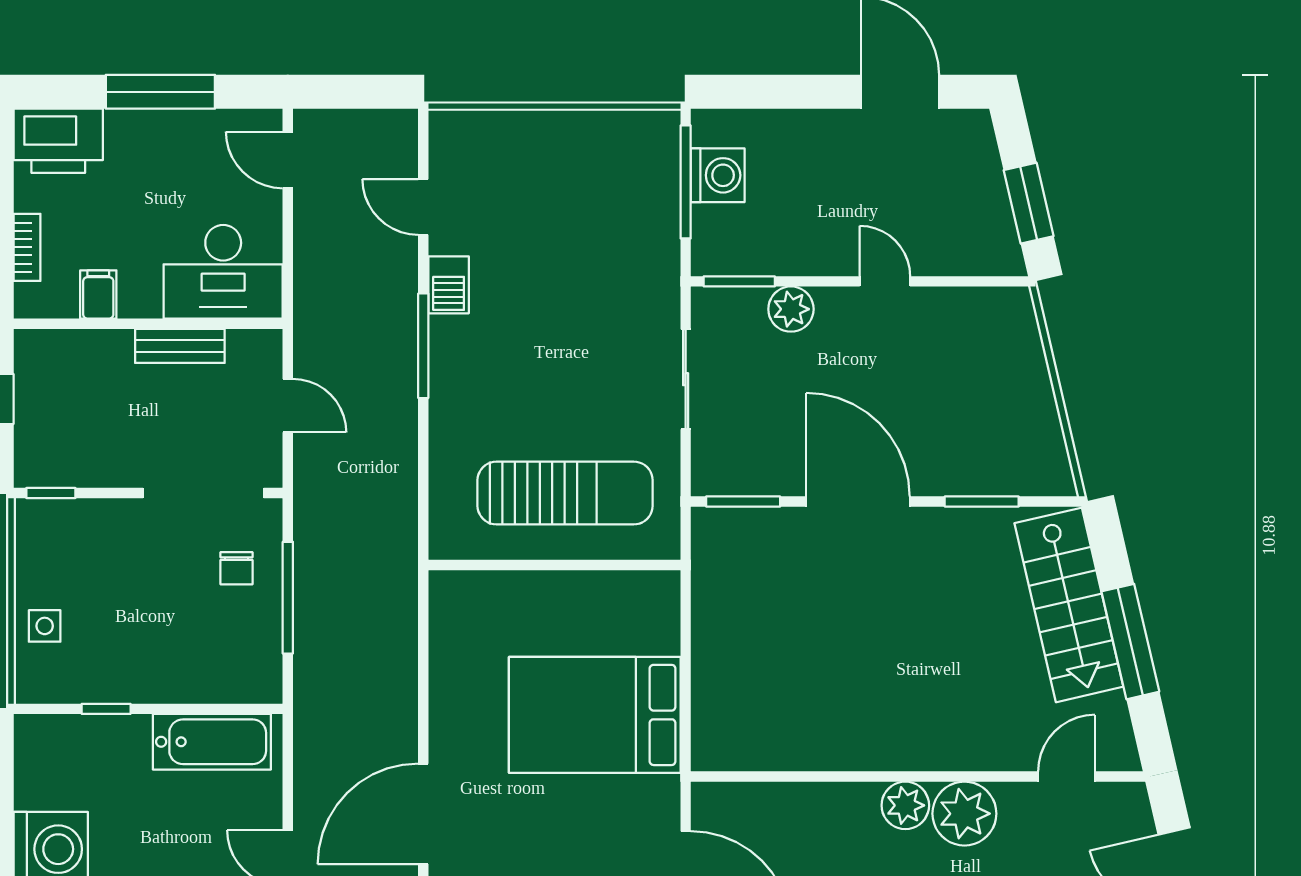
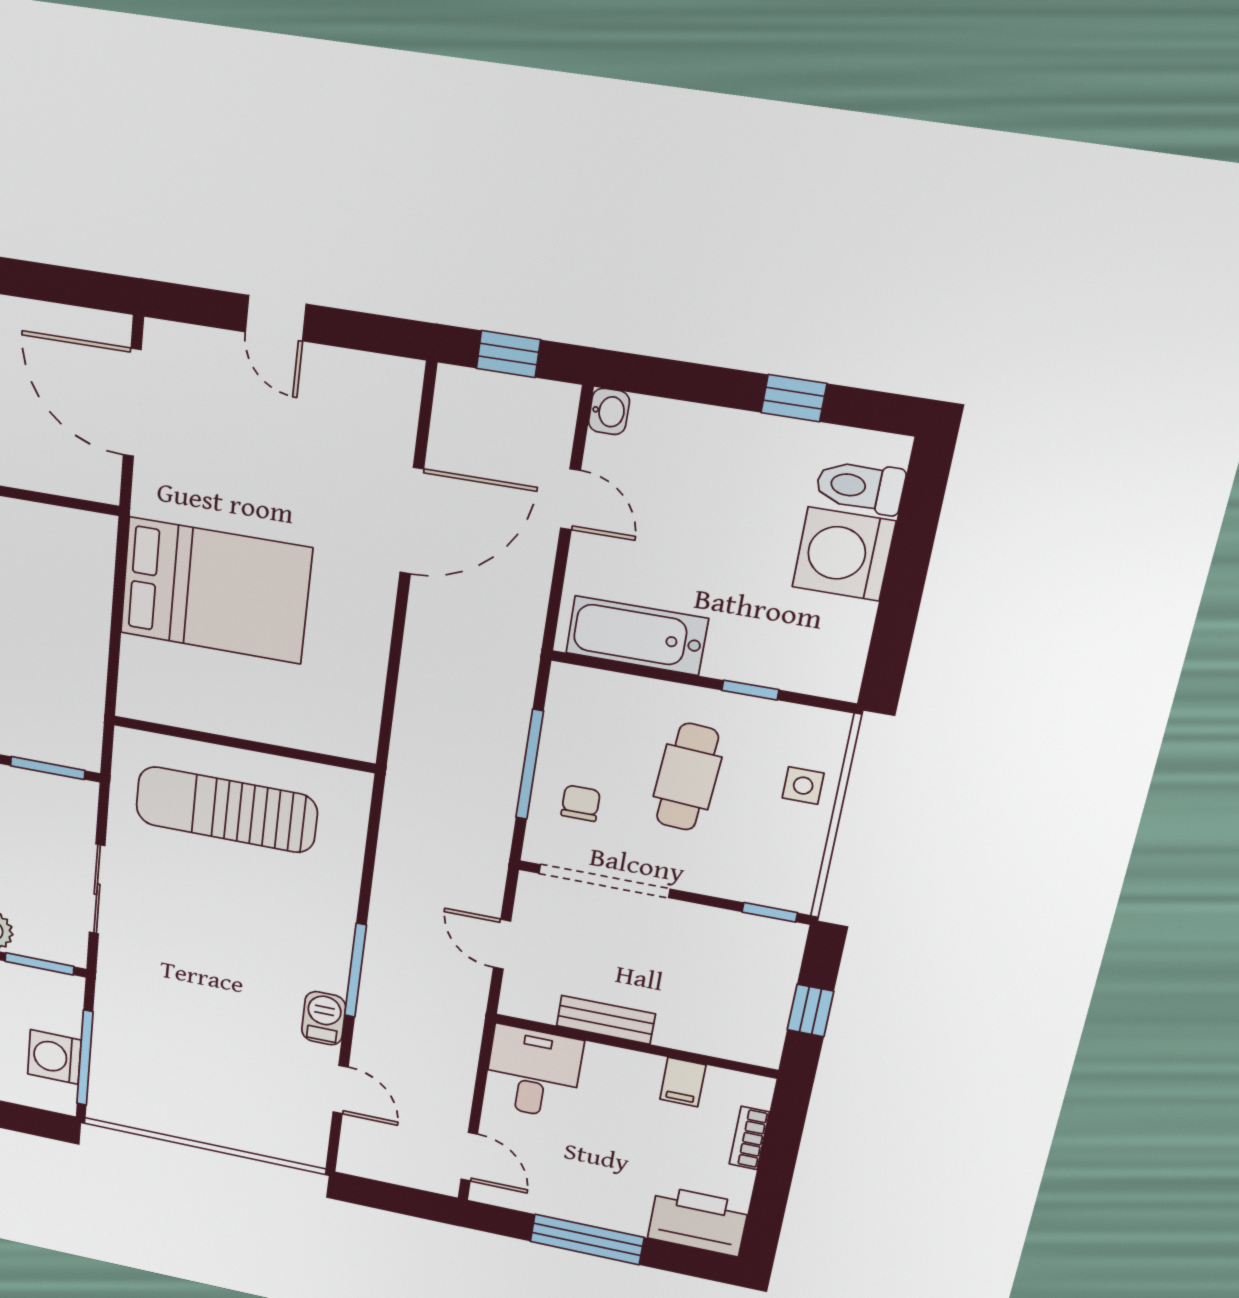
desk: (223, 272) -> (533, 1072), width x0.73
cafe table: (146, 614) -> (687, 777), added

